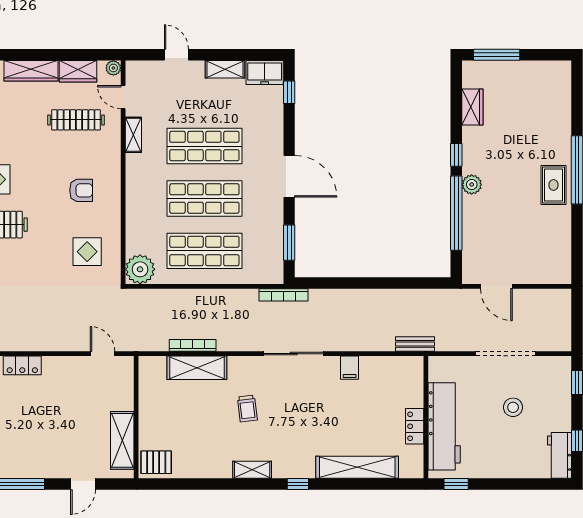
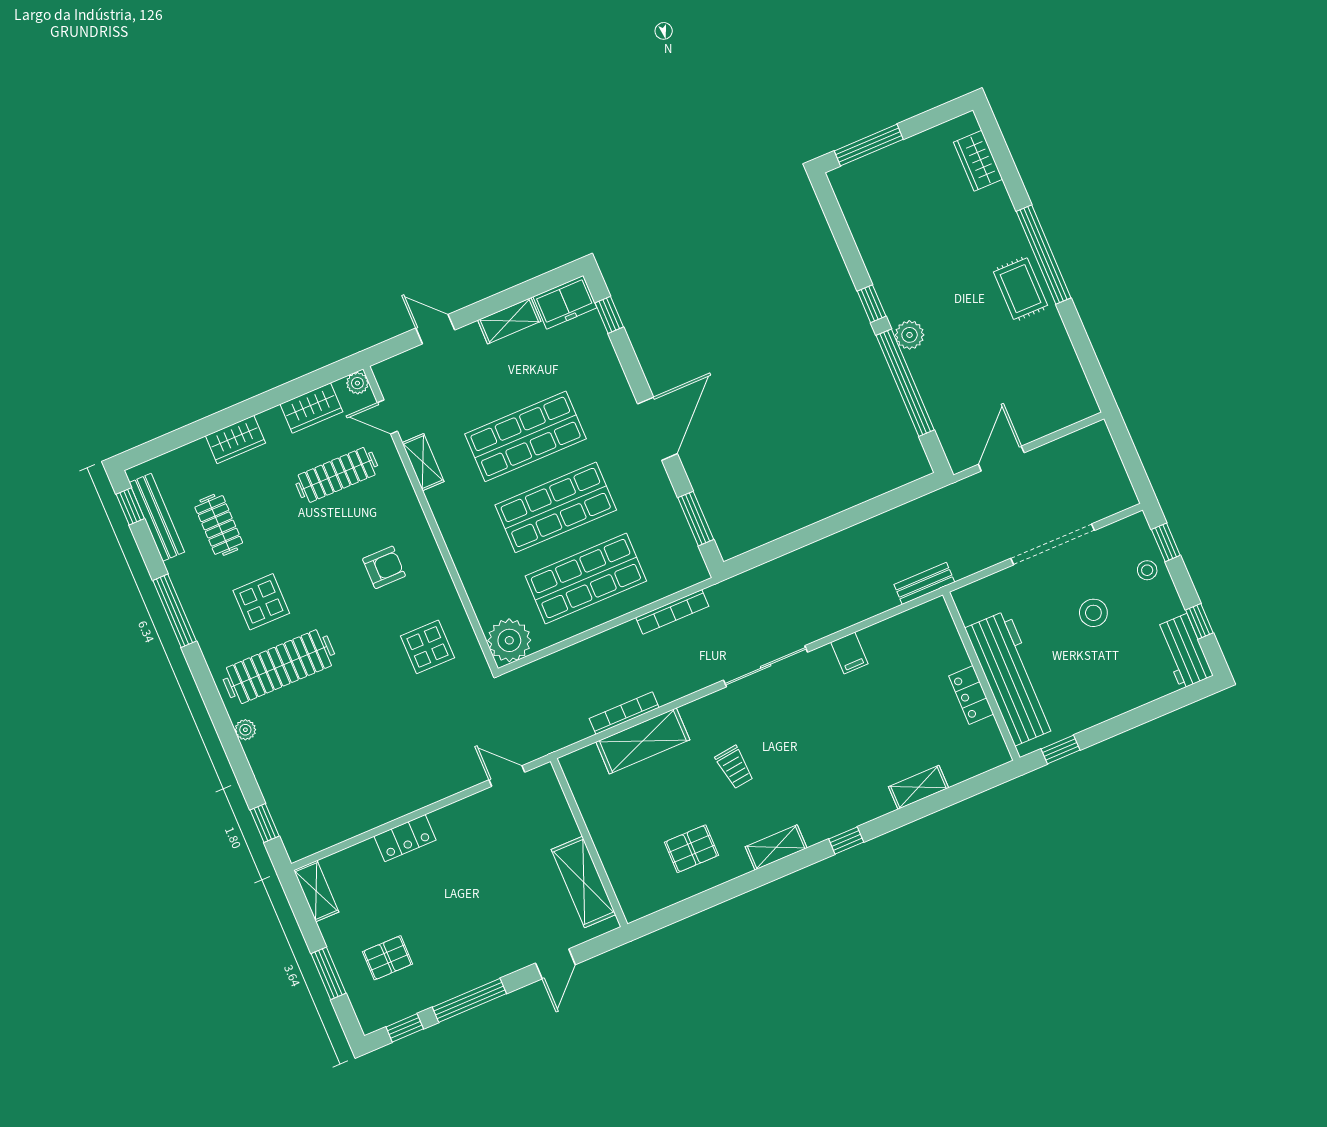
wardrobe: (31, 71) -> (235, 439), width x0.67
wardrobe: (472, 107) -> (978, 161), moved, turned 180
door: (289, 176) -> (658, 429), hinge flipped
door: (496, 286) -> (1001, 459), swing flipped
bookcase: (284, 295) -> (672, 612), moved
stool: (558, 395) -> (1147, 570), added
pallet: (156, 462) -> (692, 849), moved
shelving: (357, 467) -> (919, 787), width x0.45, depth x0.75

